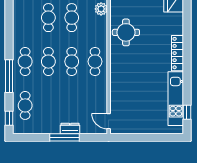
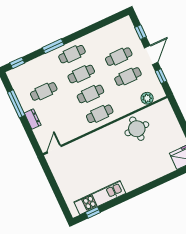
locker: (178, 53) -> (140, 181), removed
window: (9, 76) -> (53, 46), width x0.69
cafe table: (25, 105) -> (44, 91), moved
window: (64, 137) -> (16, 104), moved

